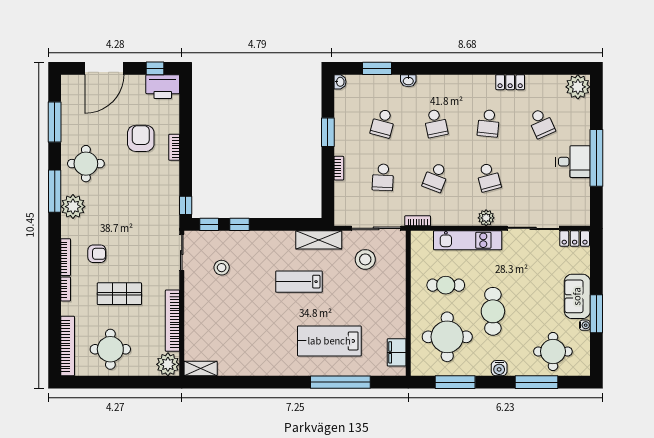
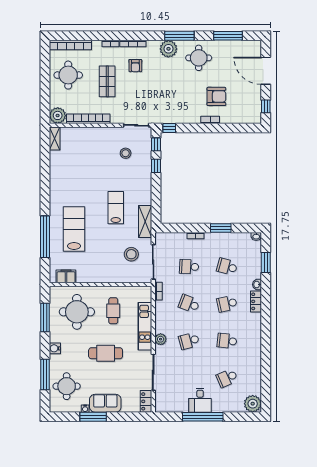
locker: (510, 82) -> (256, 301), moved
printer: (163, 87) -> (253, 112), removed
cafe table: (493, 311) -> (106, 353), moved

